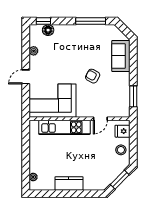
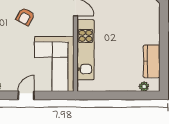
door: (26, 77) -> (26, 95), swing flipped
kitchen counter: (69, 184) -> (152, 61), moved

